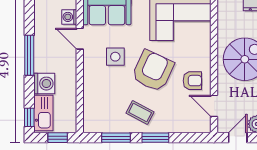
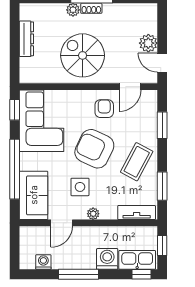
washing machine: (69, 17) -> (43, 262), moved, turned 180
plant: (89, 70) -> (93, 214), added
tv unit: (90, 112) -> (137, 213), added
coffee table: (140, 113) -> (137, 162), width x1.36, depth x1.30
window: (155, 138) -> (162, 125), moved

